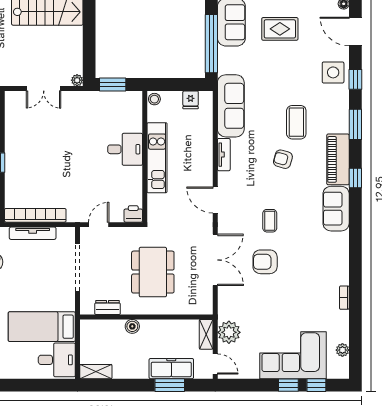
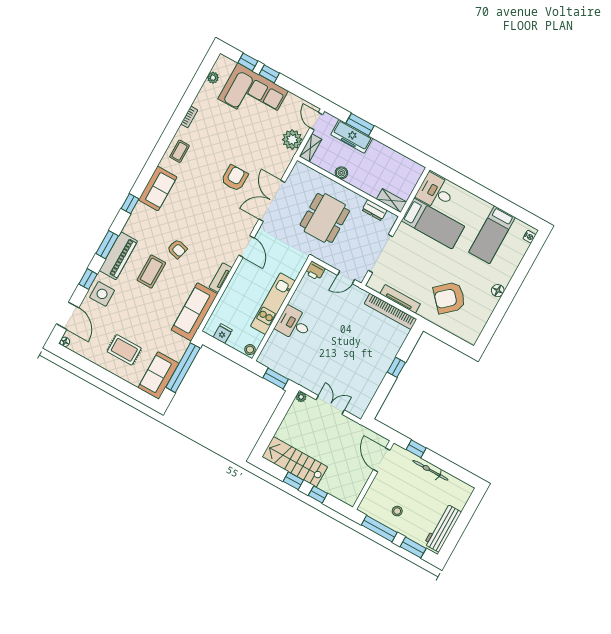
piano: (338, 159) -> (118, 256), moved
coffee table: (270, 221) -> (180, 151), moved
armchair: (265, 262) -> (235, 178), turned -90
boiler: (132, 326) -> (341, 173), moved
shelving: (96, 372) -> (392, 201), moved

